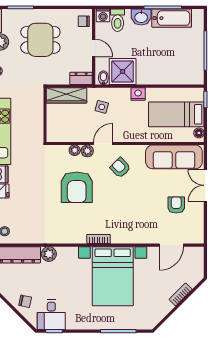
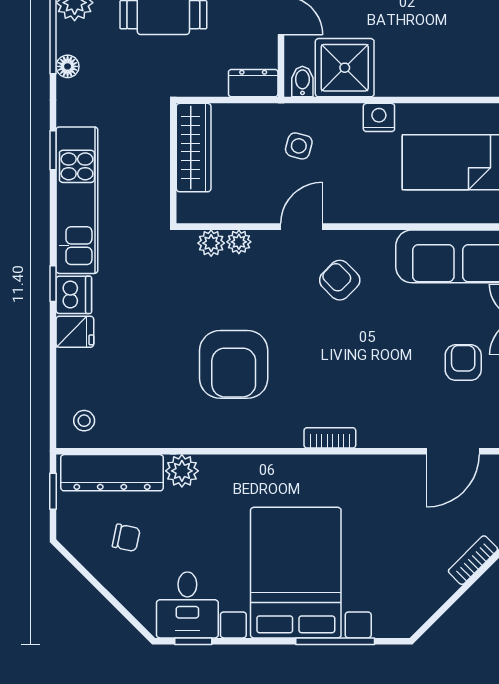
wardrobe: (66, 95) -> (194, 148), moved, turned -90
plant: (87, 151) -> (211, 243), moved
armchair: (77, 187) -> (234, 364), moved
bookcase: (99, 239) -> (330, 438), moved
bed with nightstands: (113, 276) -> (296, 573), moved, turned 180
chair: (25, 301) -> (126, 538), moved

